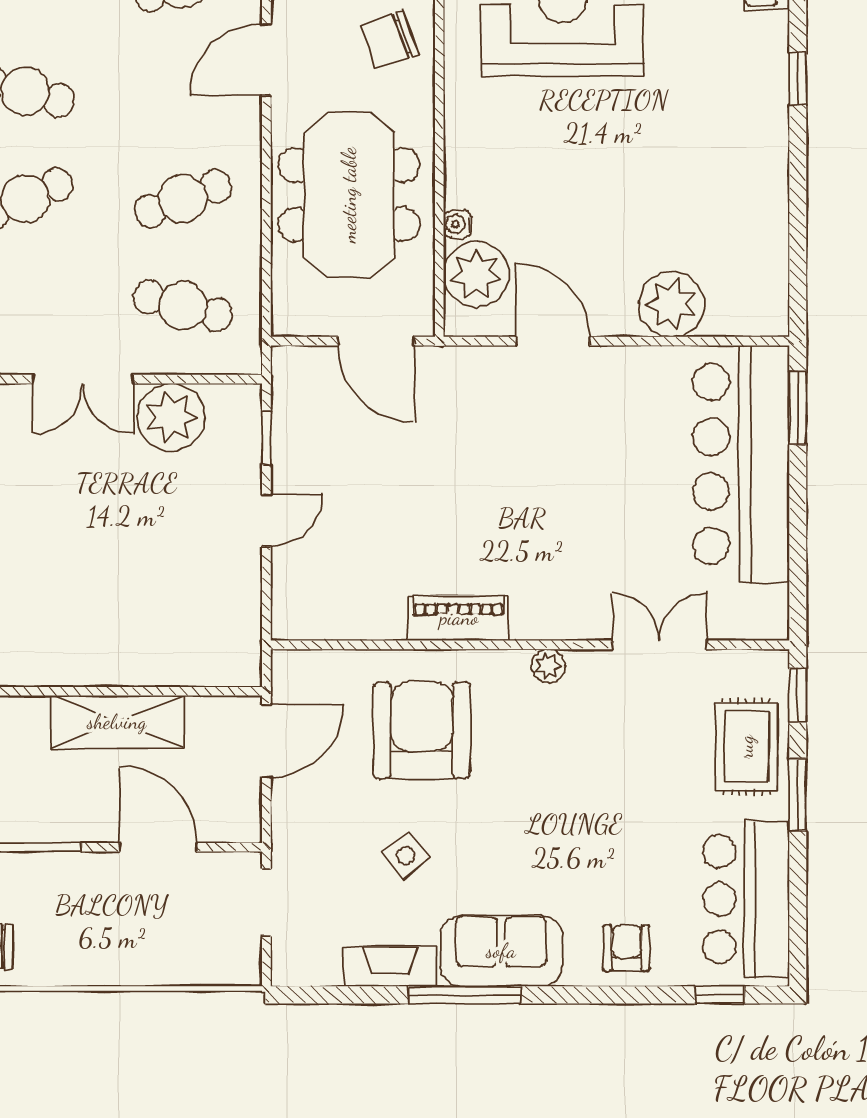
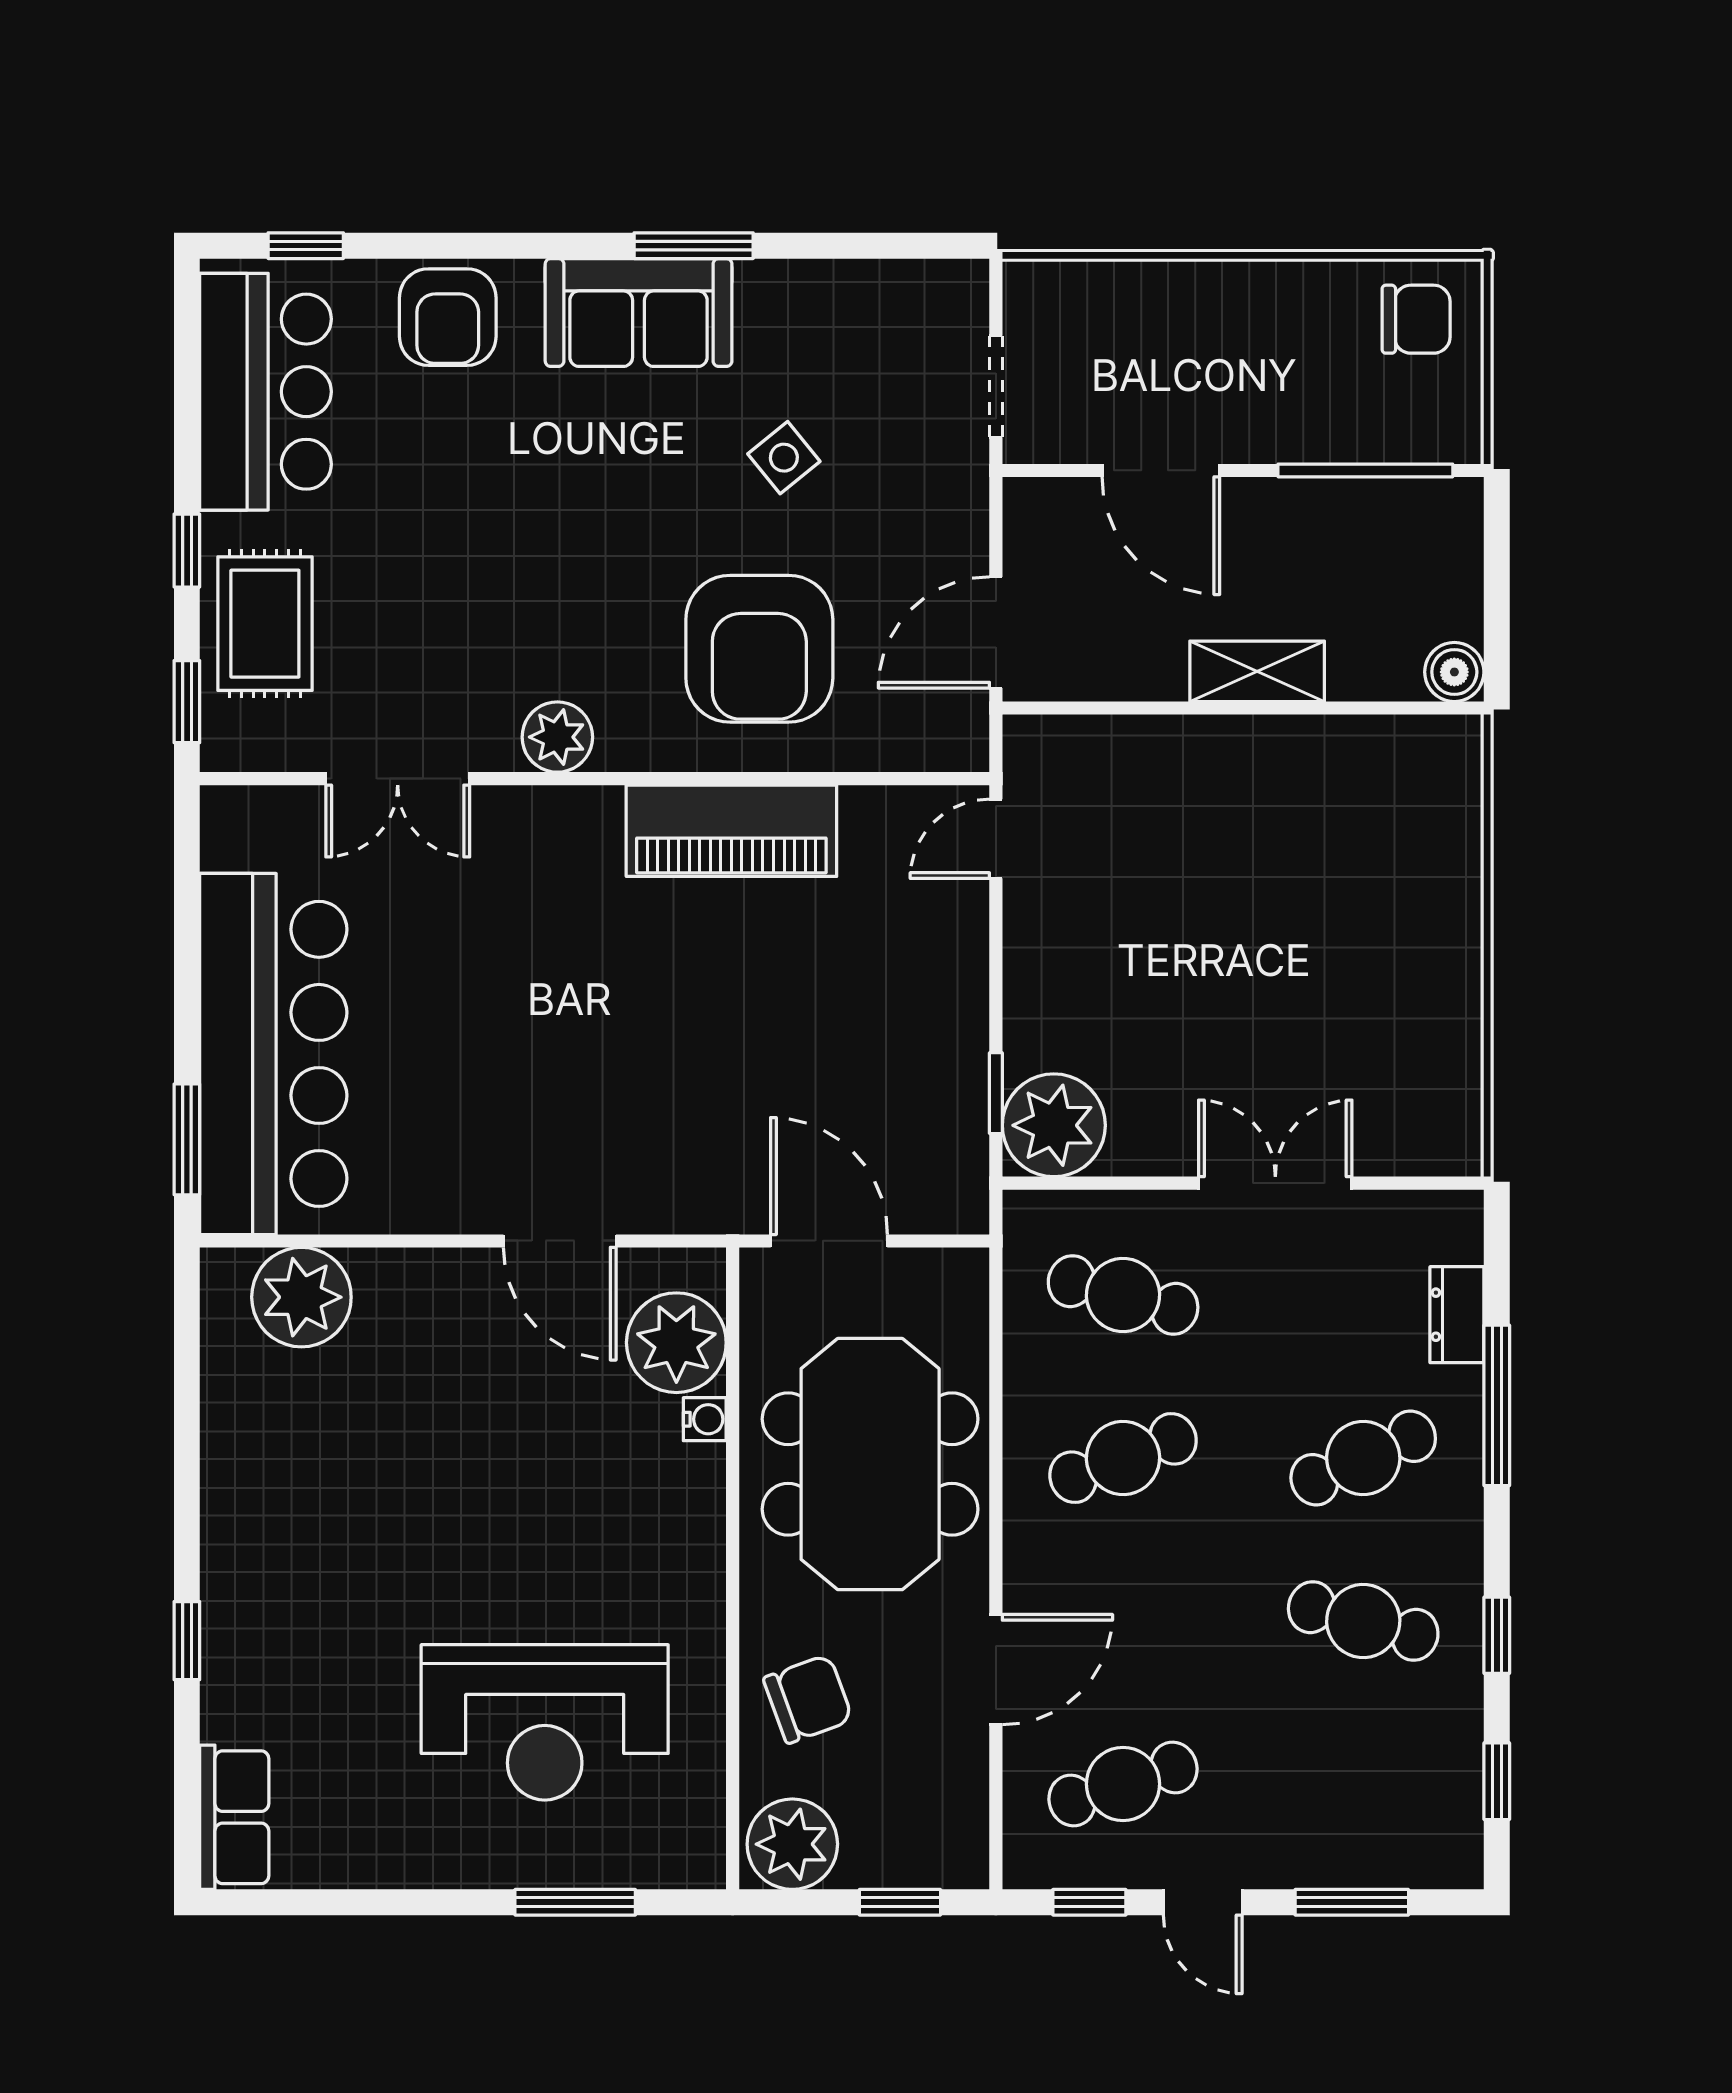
plant: (672, 304) -> (301, 1297), moved
plant: (171, 417) -> (1054, 1125), moved
door: (266, 520) -> (996, 839), moved
piano: (459, 618) -> (731, 831), width x1.37, depth x1.33
plant: (548, 666) -> (557, 737), width x1.38, depth x1.38
shelving: (117, 722) -> (1257, 671), width x0.67, depth x0.75
window: (798, 795) -> (187, 551), width x0.67
armchair: (626, 948) -> (448, 317), width x1.38, depth x1.38
fireplace: (390, 967) -> (808, 289), removed
window: (465, 995) -> (694, 246), width x0.69

